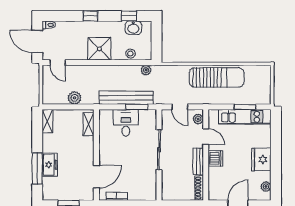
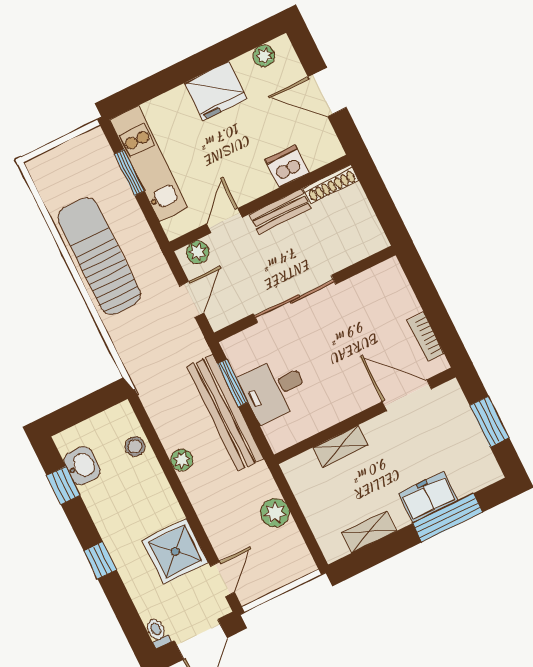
shower: (99, 49) -> (175, 551), moved
plant: (146, 70) -> (182, 460), moved
shelving: (47, 121) -> (369, 532), moved
shelving: (89, 124) -> (341, 446), moved
dishwasher: (216, 158) -> (287, 166), moved

